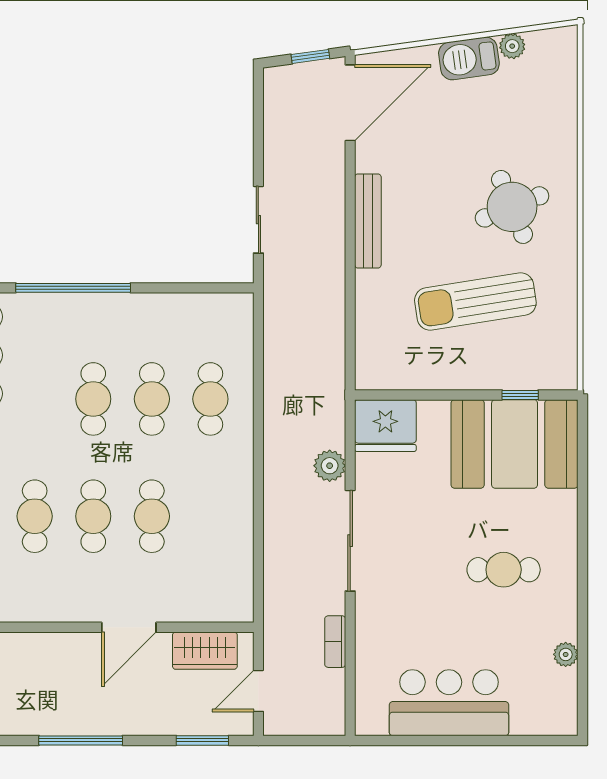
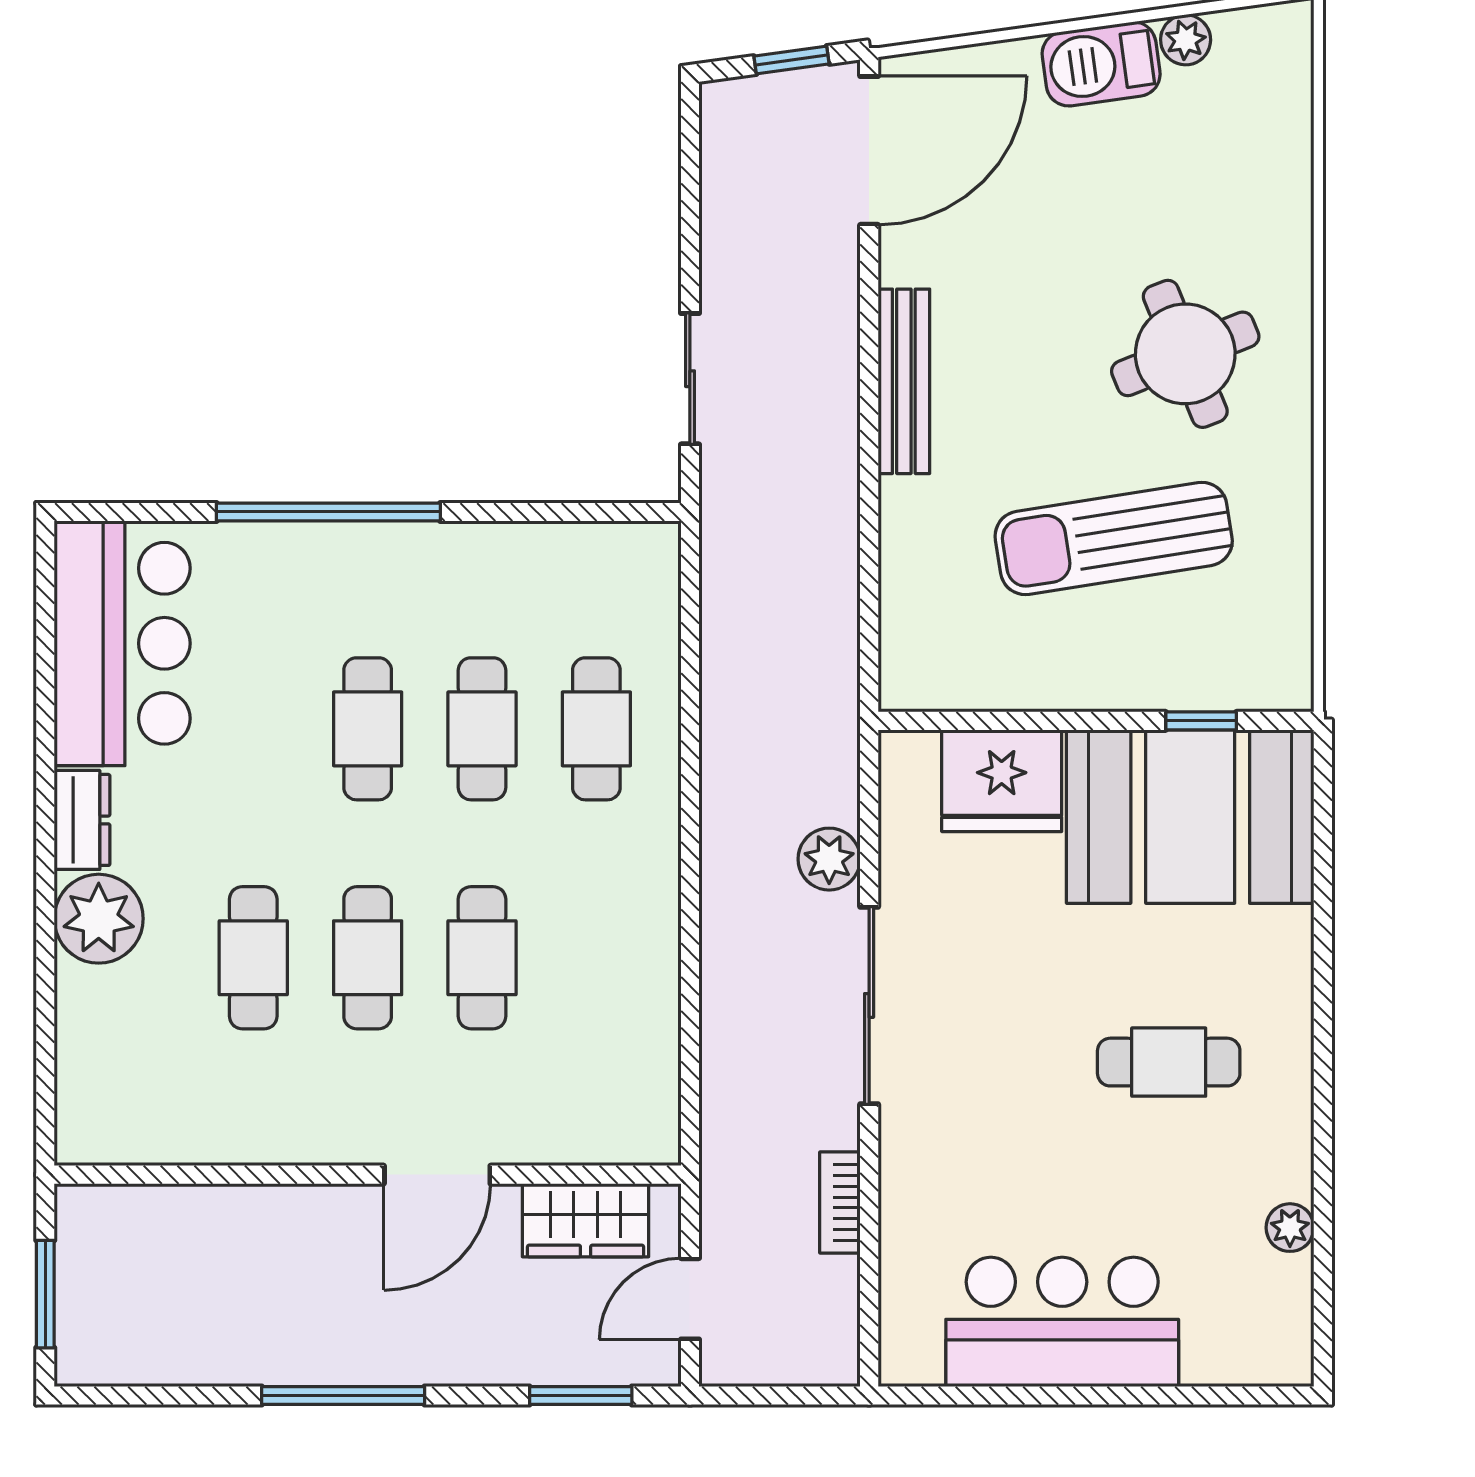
fridge: (385, 426) -> (1002, 781), moved

